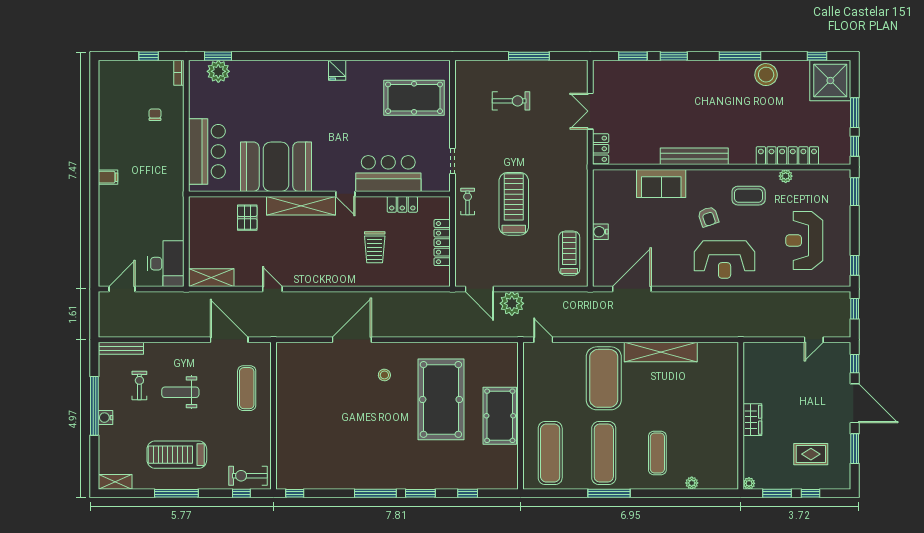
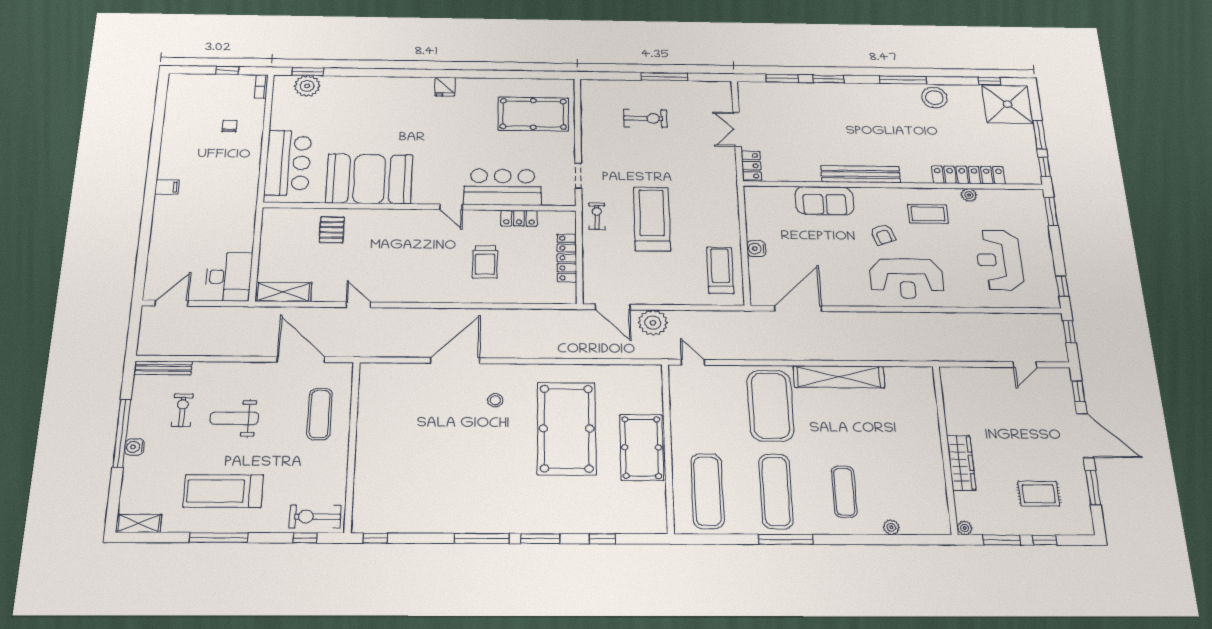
shelving: (301, 206) -> (397, 218), removed
wardrobe: (752, 420) -> (961, 463), width x1.50

